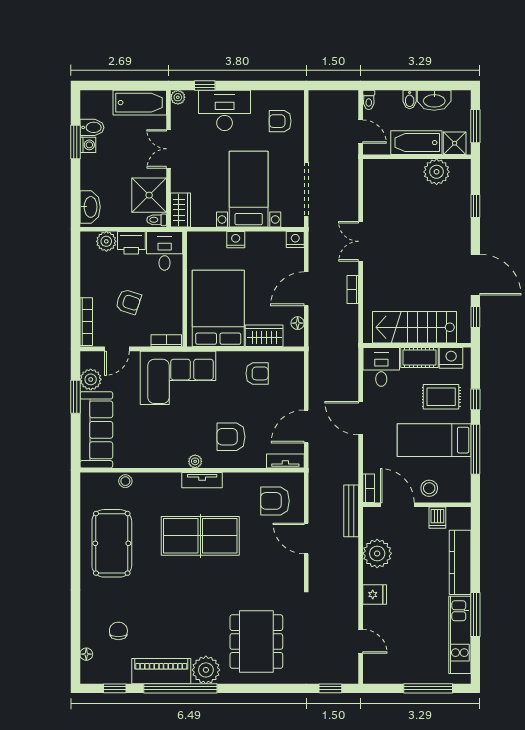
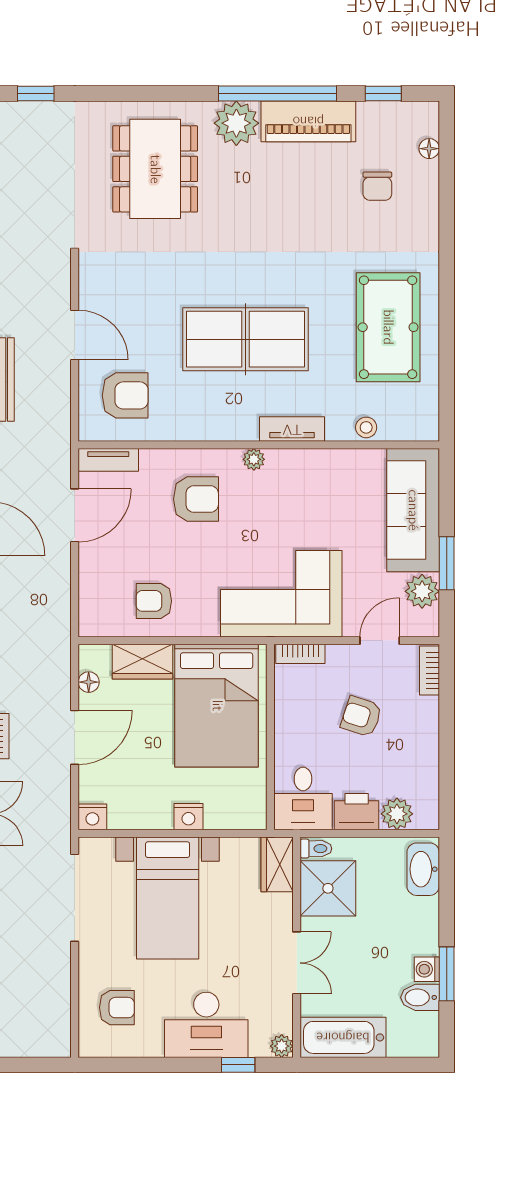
bookcase: (86, 322) -> (429, 670), width x0.64
tv unit: (202, 480) -> (292, 429), moved

